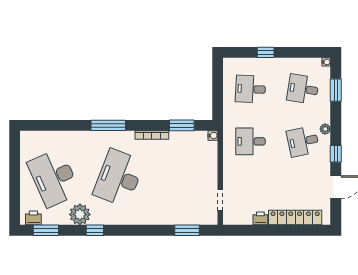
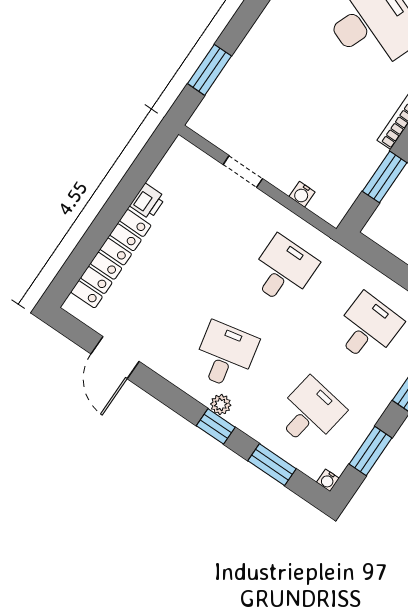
window: (302, 52) -> (370, 451), added
water cooler: (213, 136) -> (302, 194), moved
window: (336, 154) -> (216, 426), moved
doorway: (220, 200) -> (243, 172), moved

